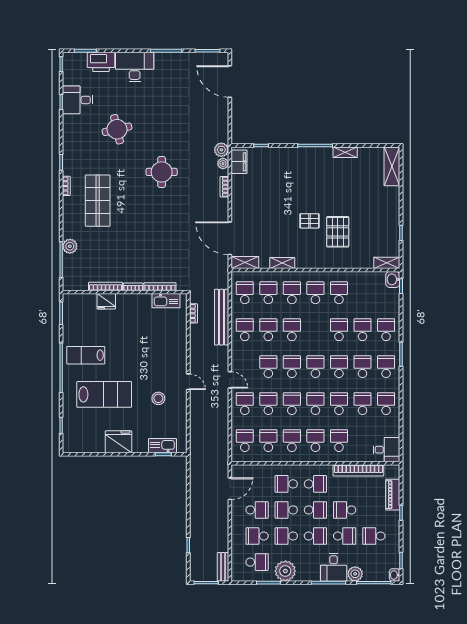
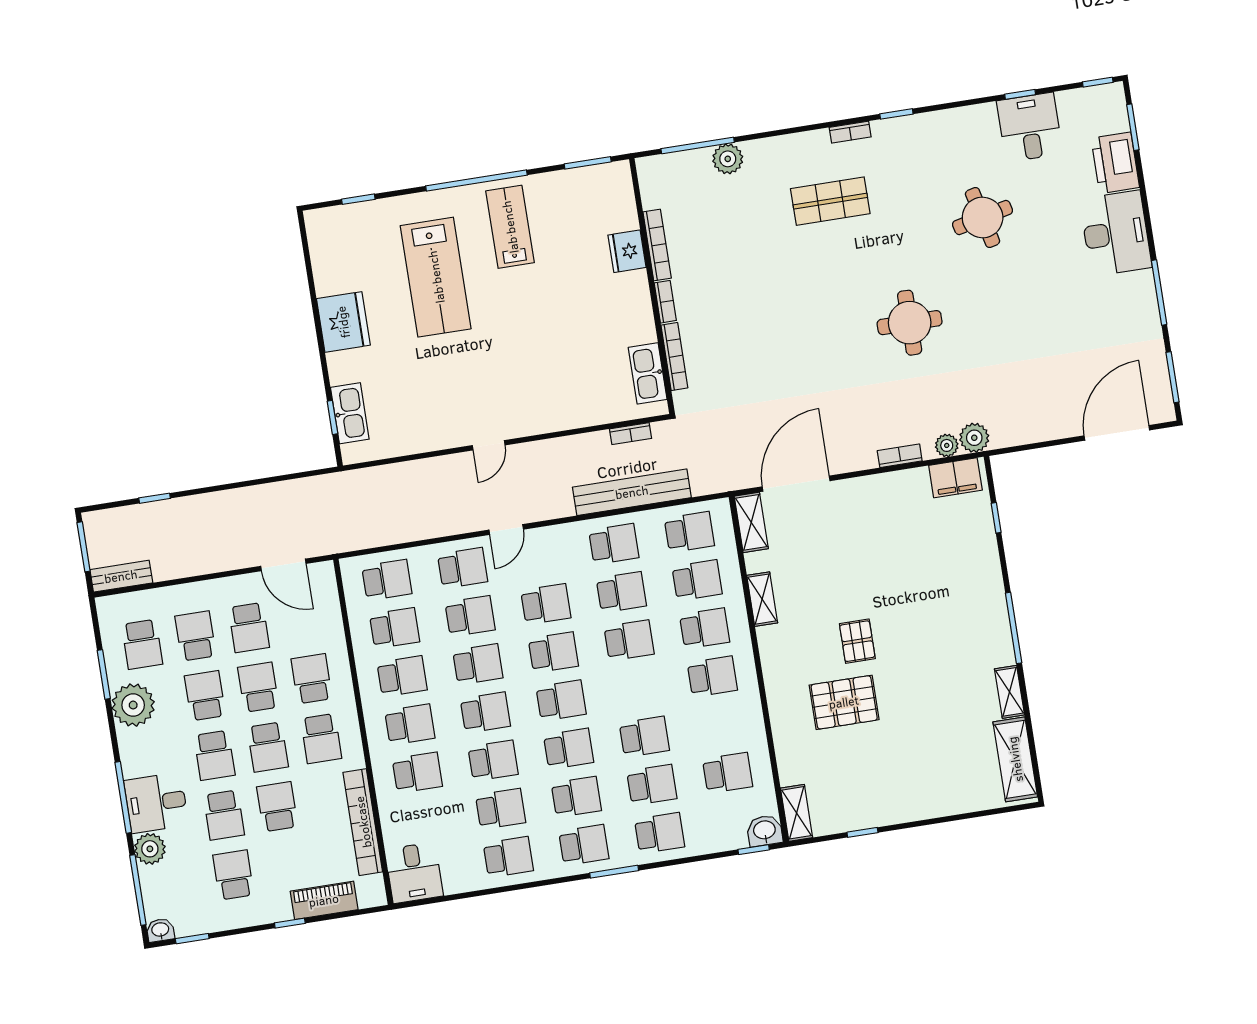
shelving: (392, 166) -> (1015, 759), moved, turned 90
shop shelf: (98, 201) -> (830, 201), width x0.70, depth x0.74
school desk: (339, 293) -> (728, 773), moved
stool: (158, 398) -> (445, 389), removed

